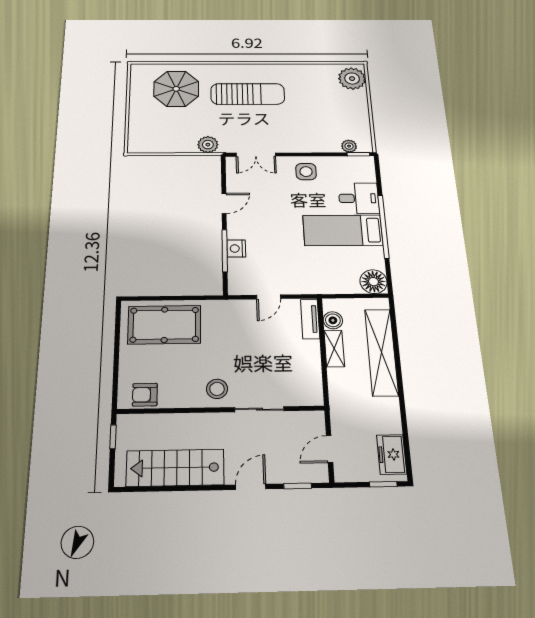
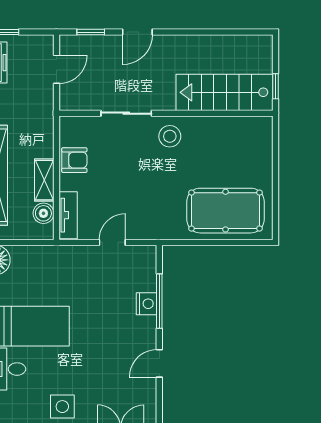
armchair: (145, 395) -> (74, 160), moved
stairs: (175, 468) -> (224, 92), moved, turned 180

